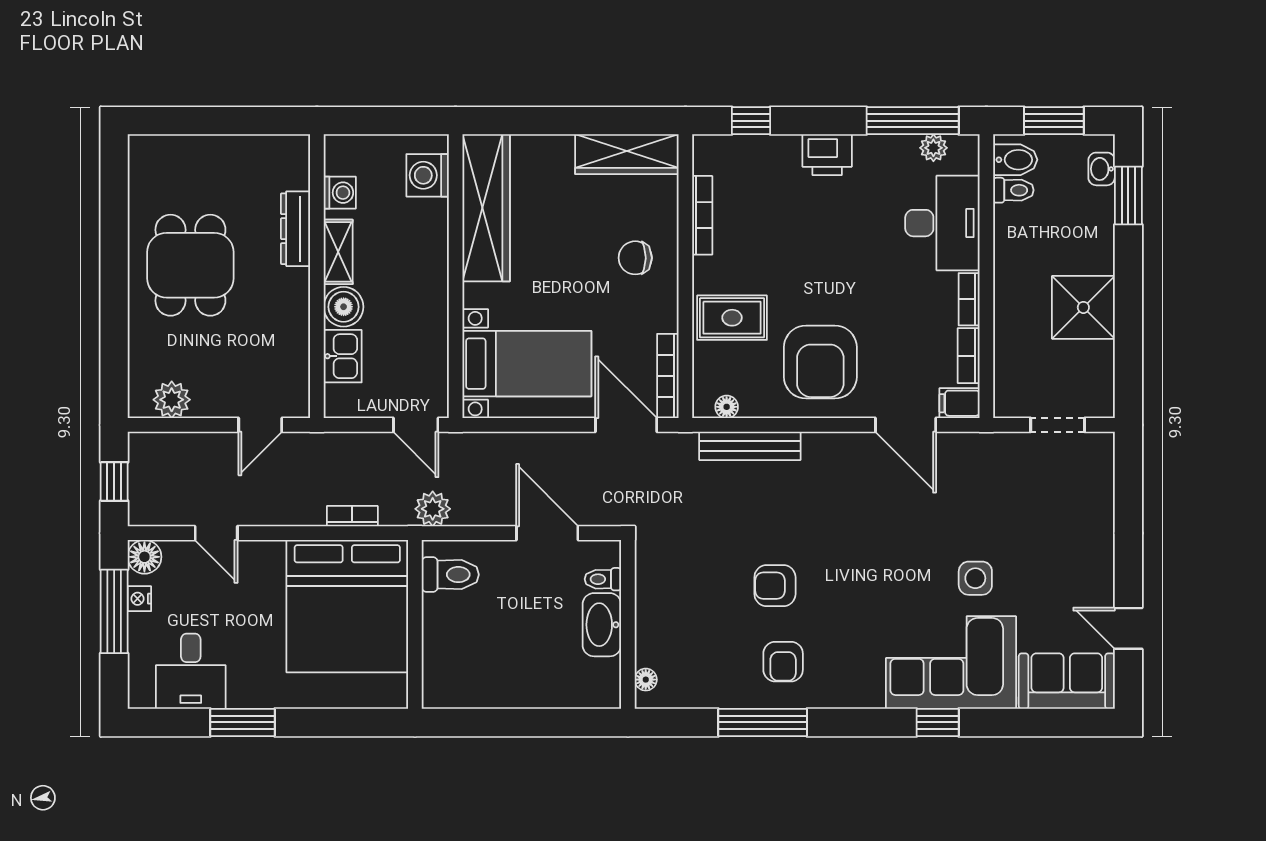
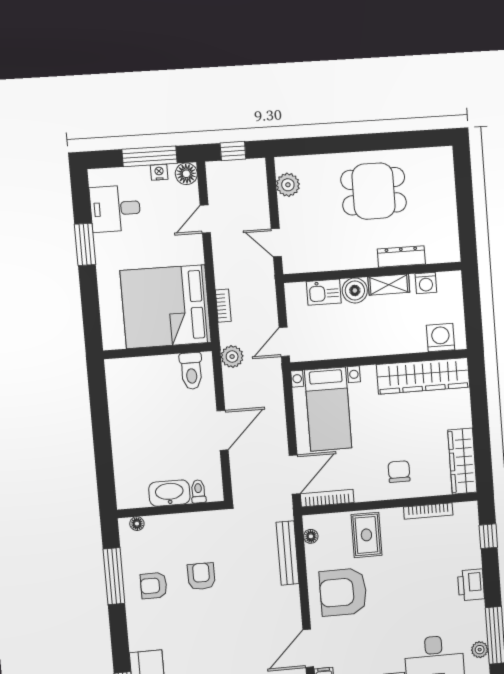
toilet: (603, 579) -> (198, 491), moved
wall: (628, 624) -> (171, 509), moved
washbasin: (602, 625) -> (169, 493), moved
floor lamp: (646, 680) -> (137, 524), moved

